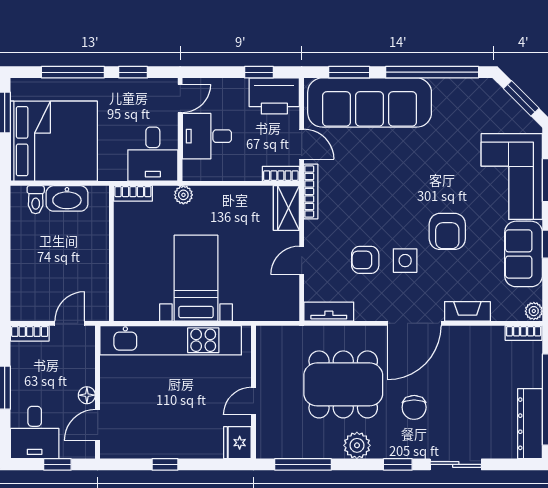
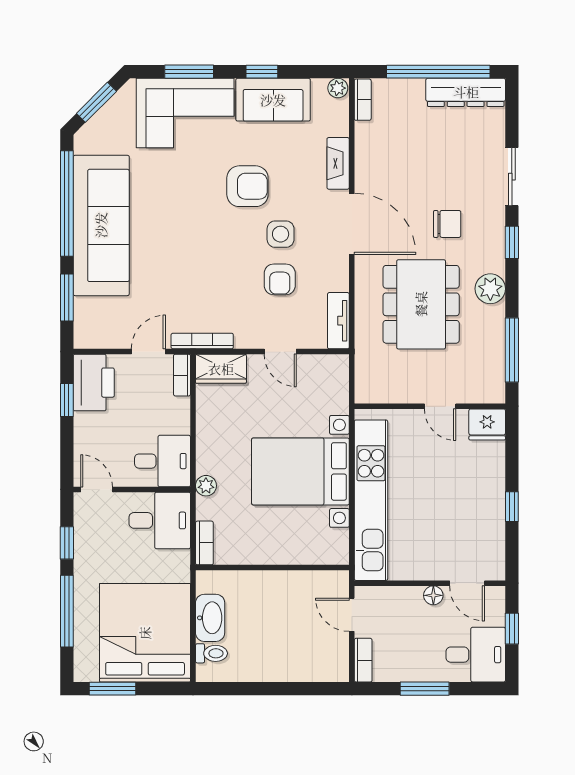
sofa: (370, 103) -> (101, 225), moved
desk: (207, 136) -> (163, 461), moved, turned -90
bed with nightstands: (196, 278) -> (300, 471), width x1.36

